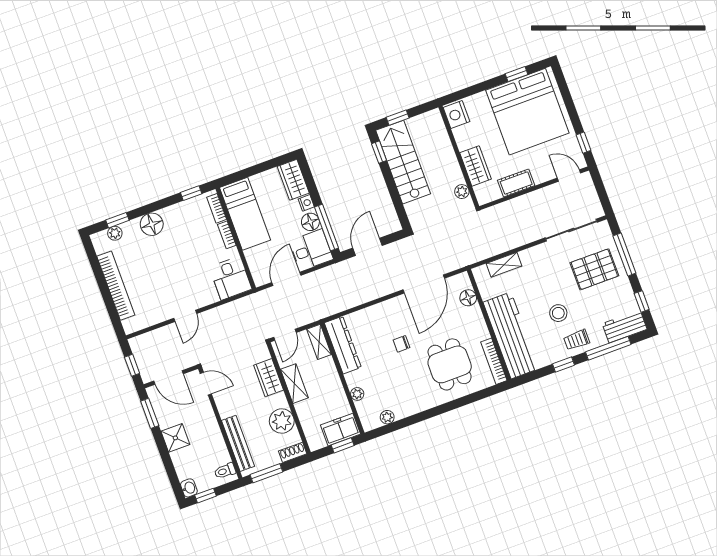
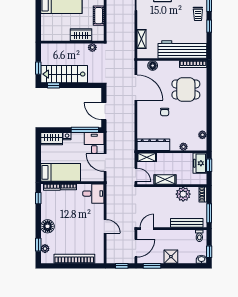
nightstand: (456, 114) -> (48, 35), removed
floor lamp: (310, 222) -> (78, 138), removed
stool: (558, 313) -> (179, 19), removed
wardrobe: (269, 378) -> (156, 193), removed

